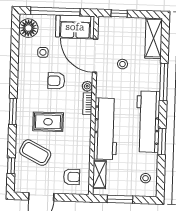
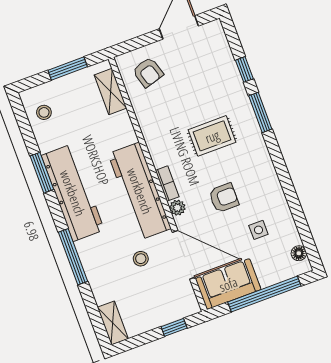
floor lamp: (28, 28) -> (299, 253), width x0.53, depth x0.53
shelving: (154, 38) -> (113, 323), width x0.67, depth x0.75
window: (13, 111) -> (260, 112), moved
workbench: (106, 129) -> (140, 191), moved
coffee table: (35, 153) -> (212, 86), removed
window: (11, 166) -> (244, 69), moved
armchair: (72, 177) -> (148, 72), turned -107

